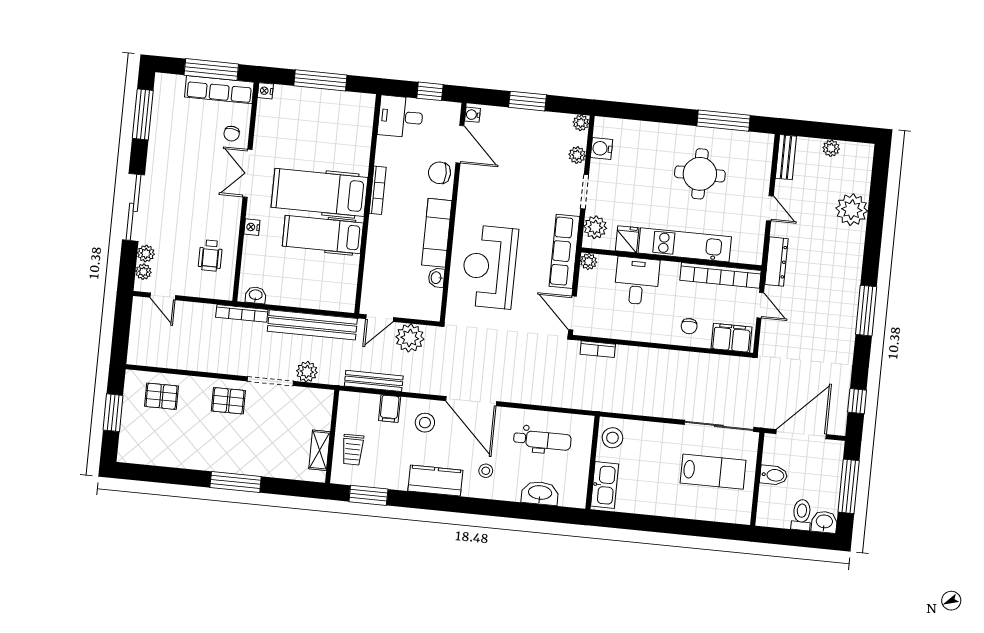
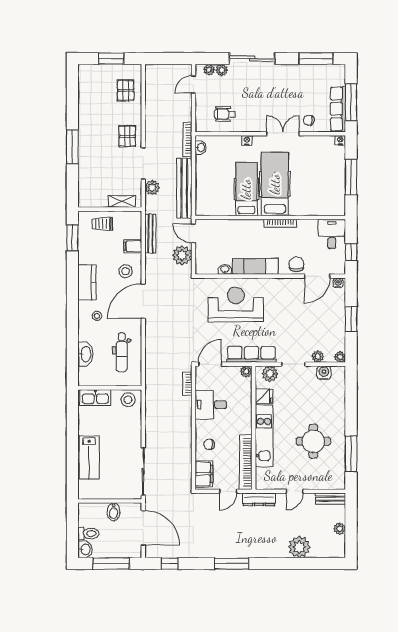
desk: (637, 281) -> (211, 405), moved, turned 180
shelving: (319, 450) -> (122, 201), moved
lab bench: (713, 472) -> (89, 457), moved

